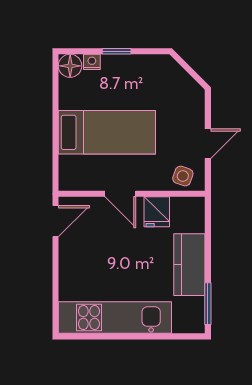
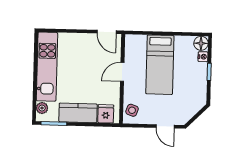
door: (208, 144) -> (165, 126), moved
fridge: (157, 212) -> (106, 114), moved, turned 90
plant: (183, 324) -> (42, 108), added

